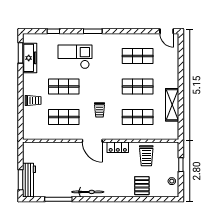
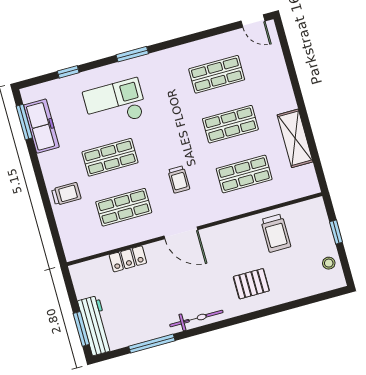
locker: (118, 147) -> (128, 259), moved
pallet: (142, 186) -> (251, 284), moved, turned 90

